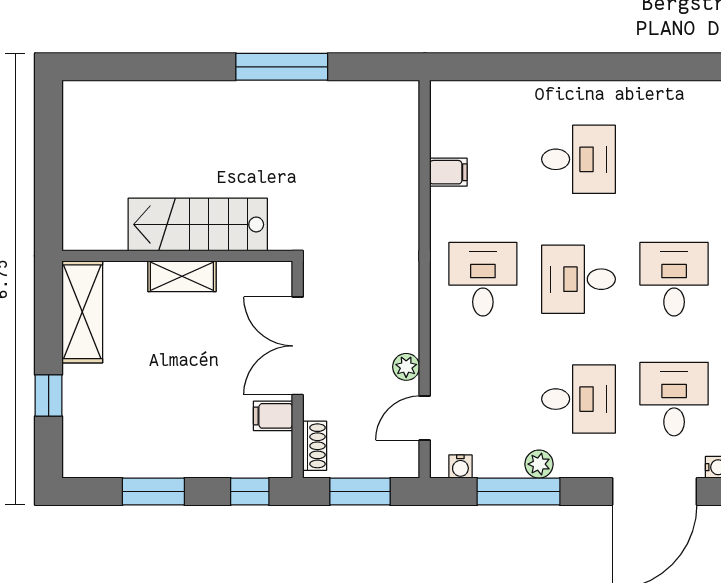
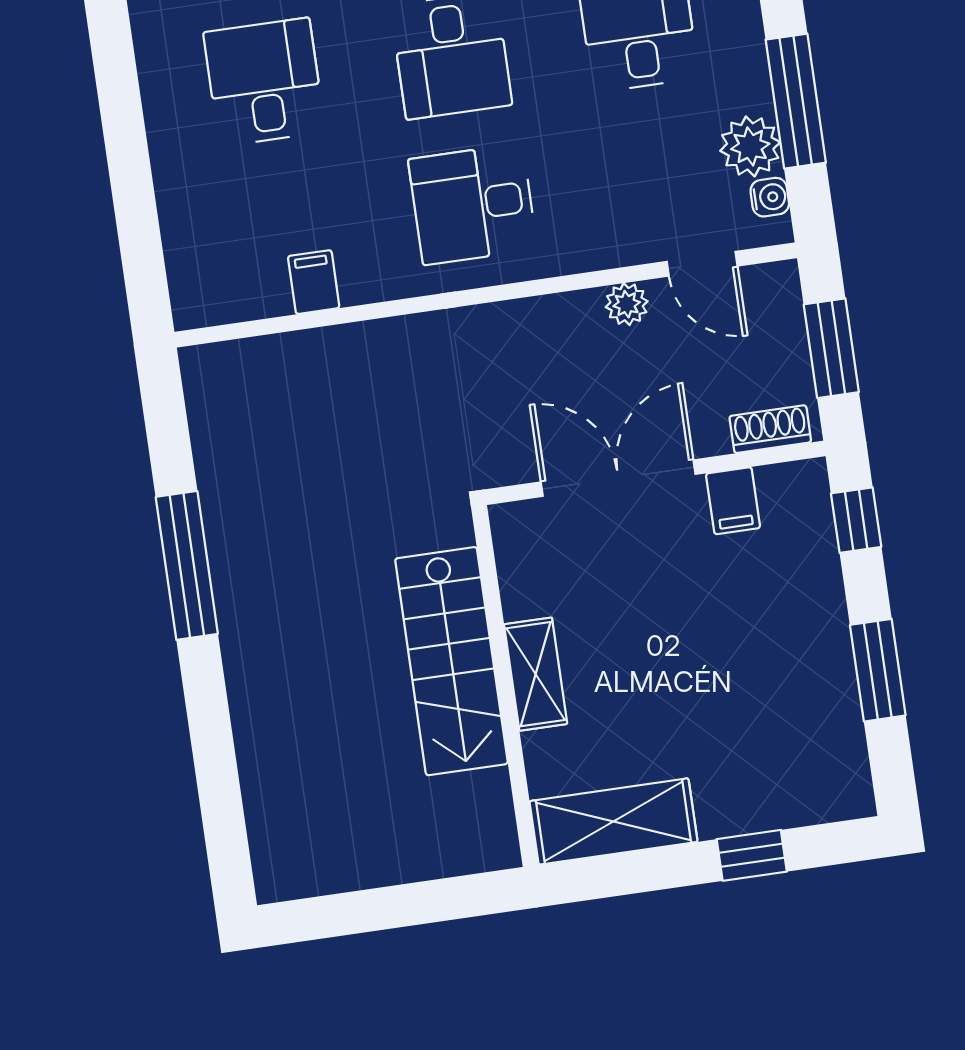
double door: (298, 346) -> (618, 478), swing flipped
plant: (539, 464) -> (750, 146), moved, width x1.38, depth x1.38

